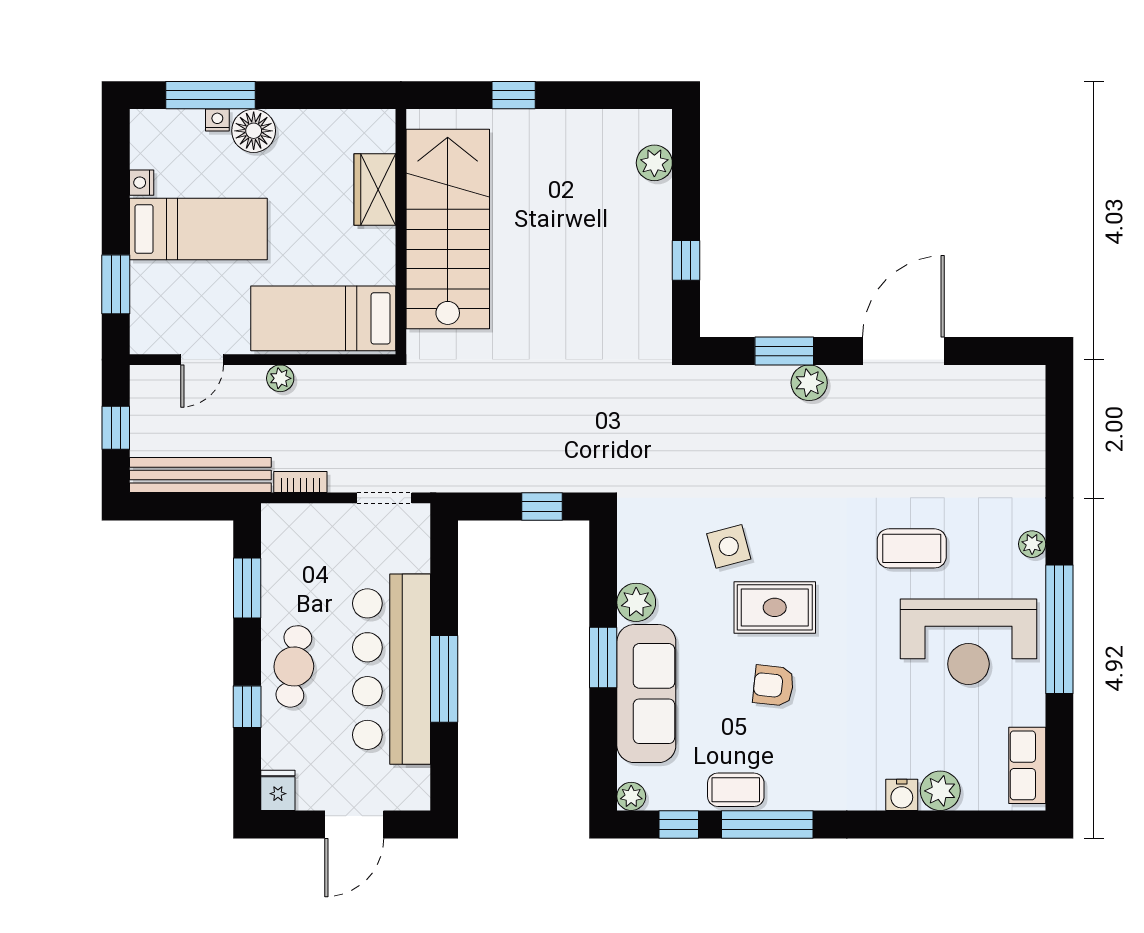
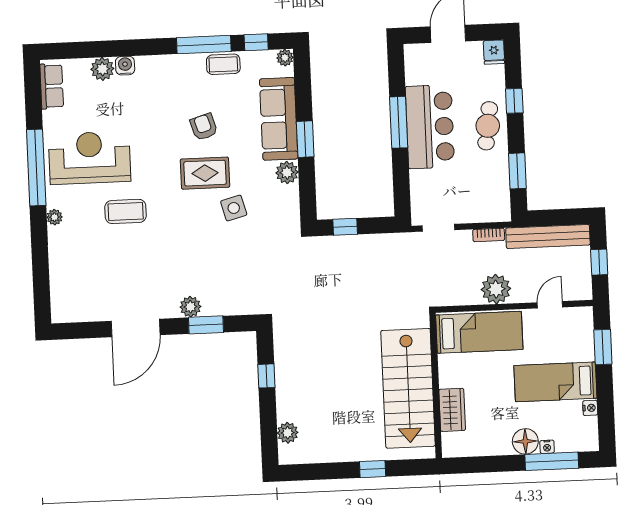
plant: (280, 378) -> (496, 289), width x1.88, depth x1.88
bar counter: (391, 669) -> (430, 127), width x0.73
armchair: (773, 686) -> (204, 127), turned -113

